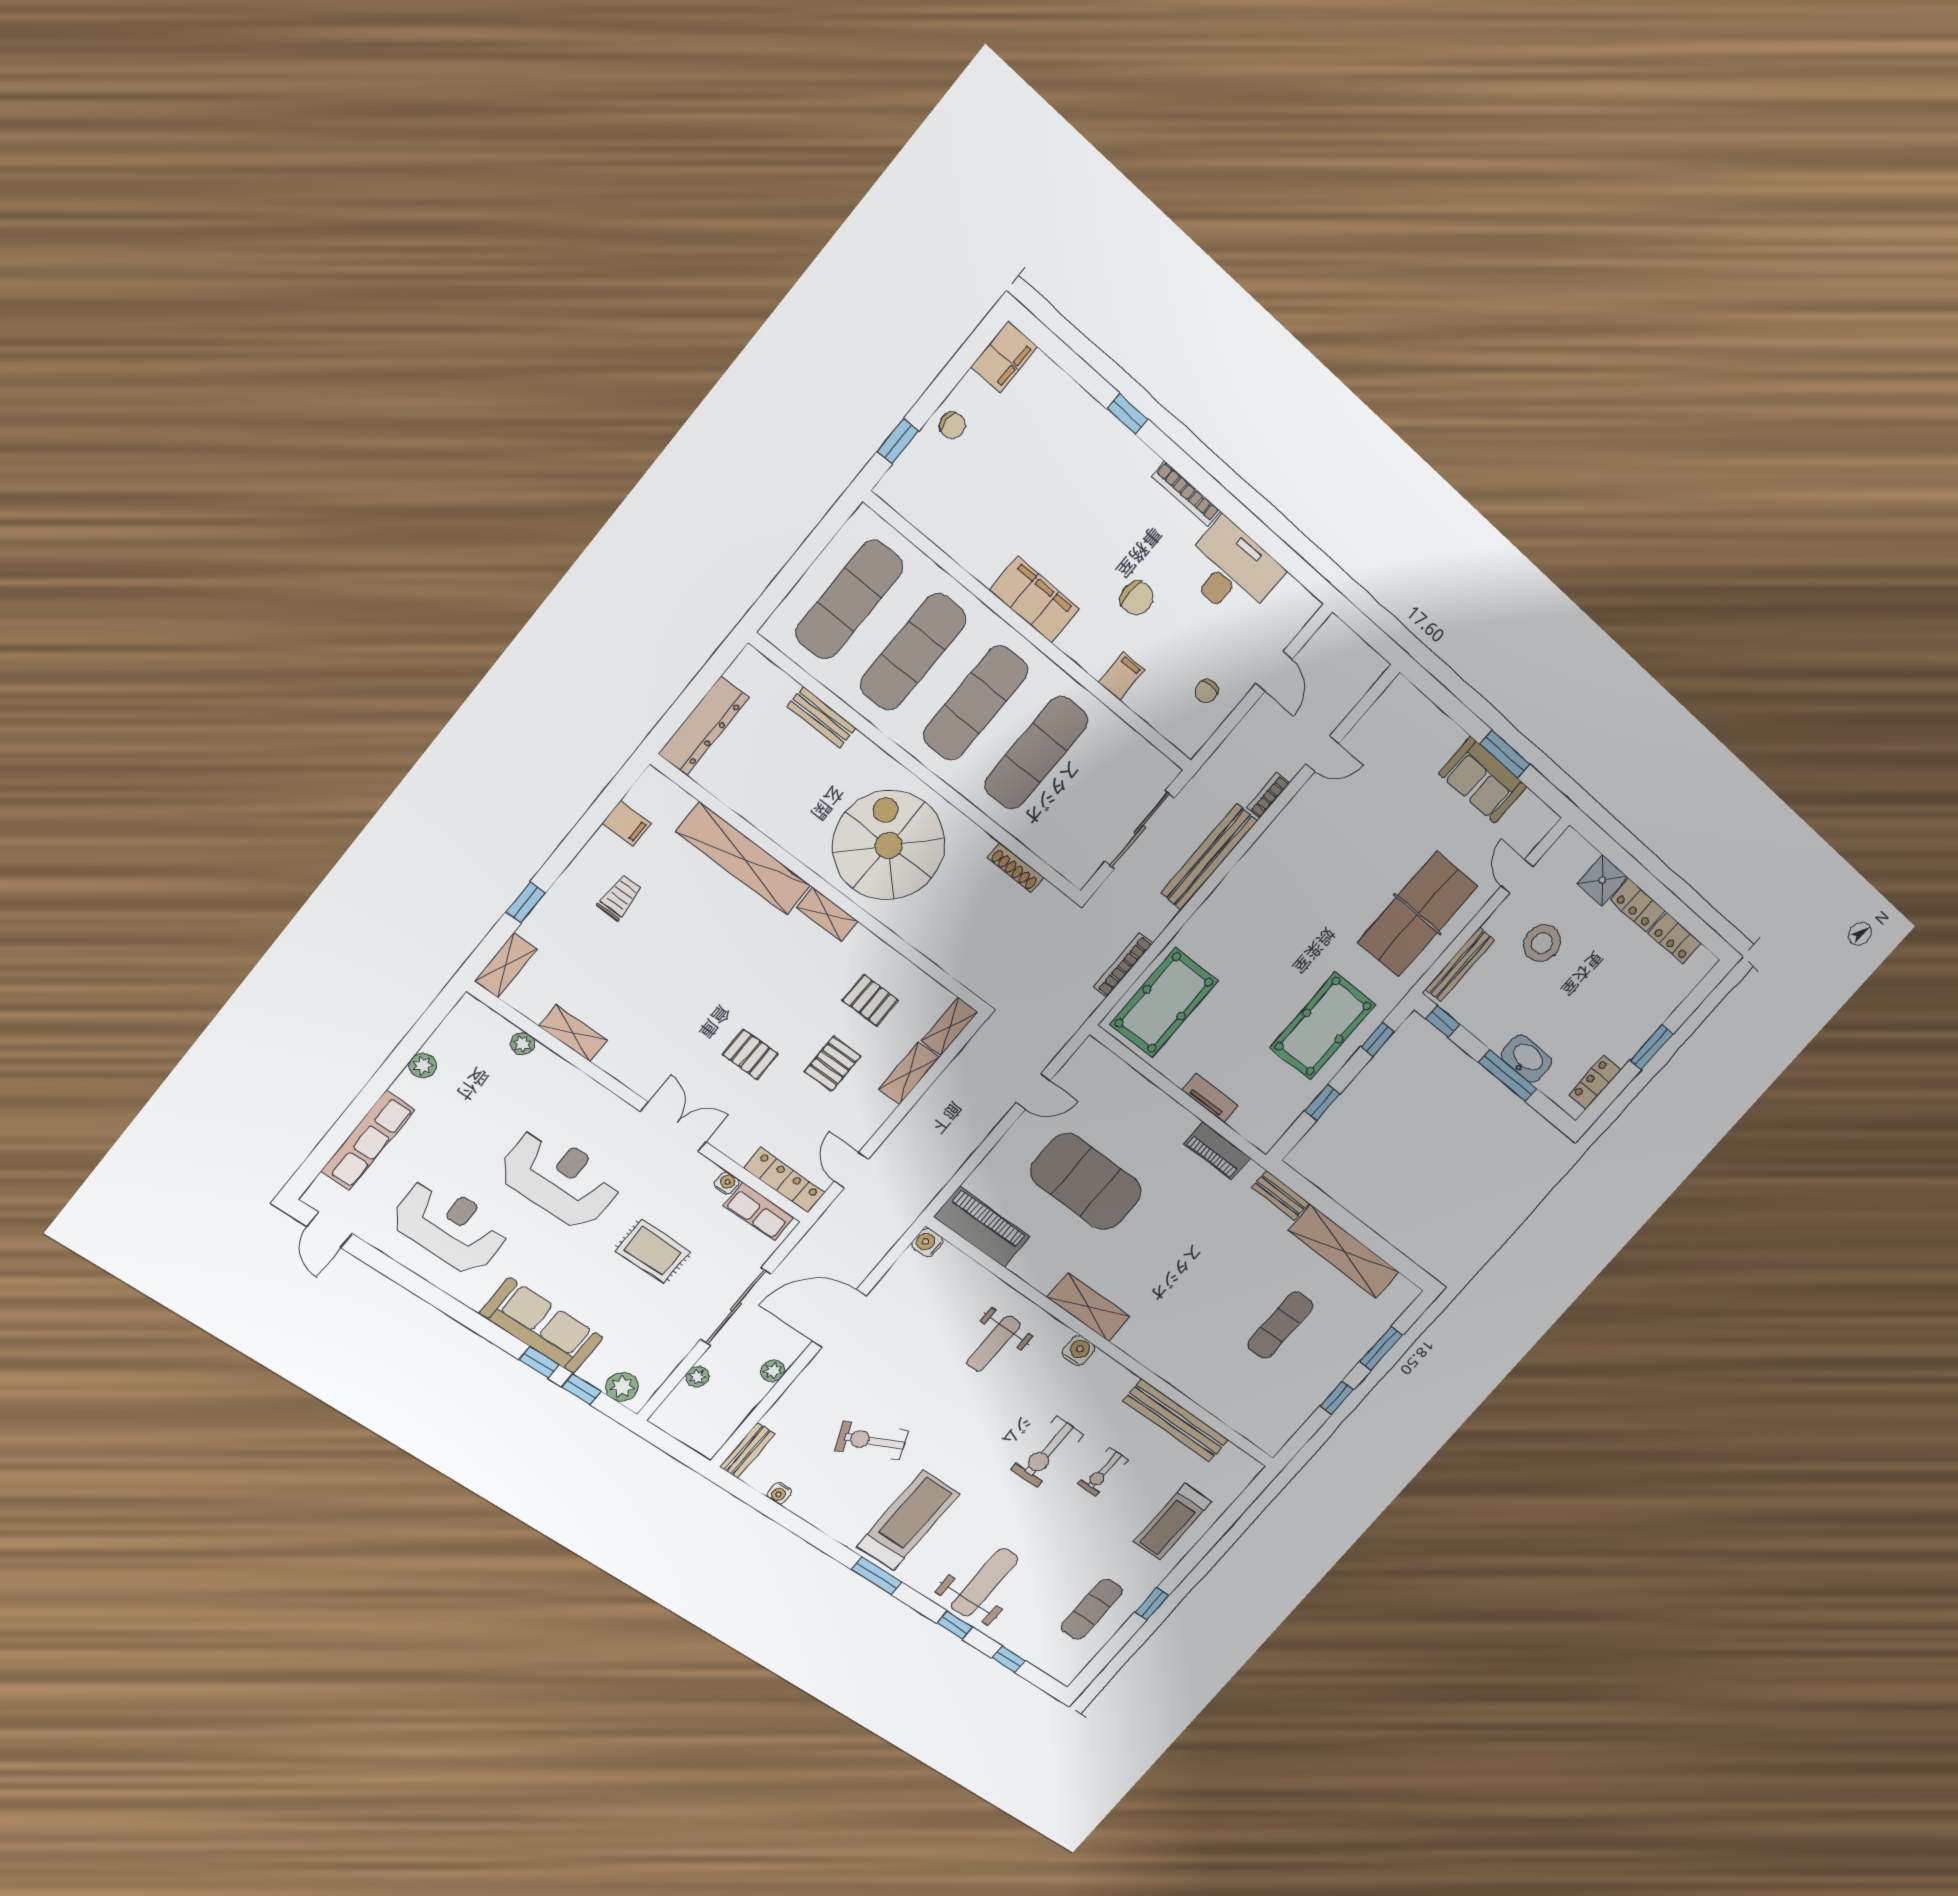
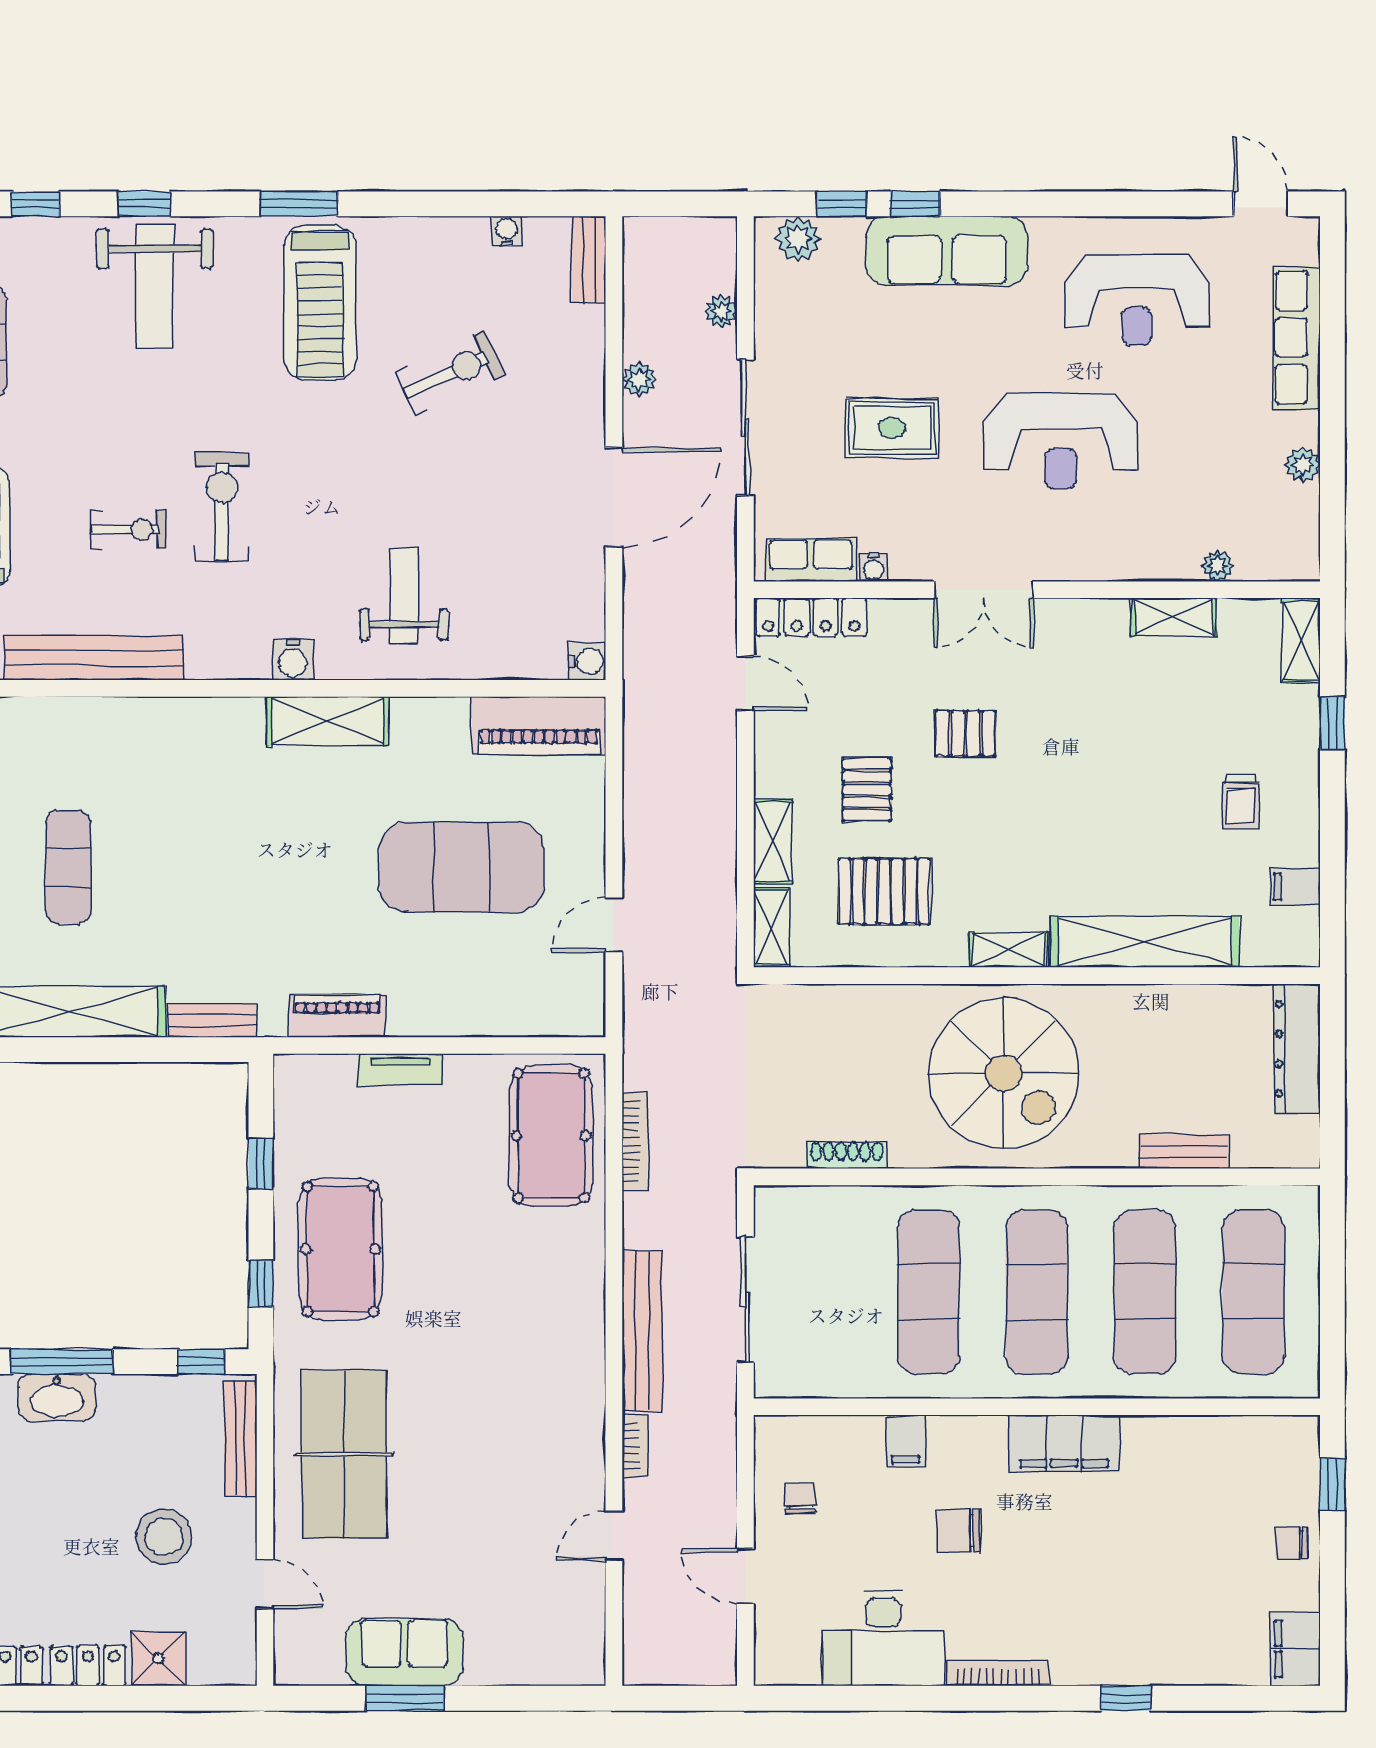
pallet: (870, 1000) -> (884, 891), width x1.50, depth x1.42
exercise bike: (1103, 1472) -> (128, 530), turned 90

